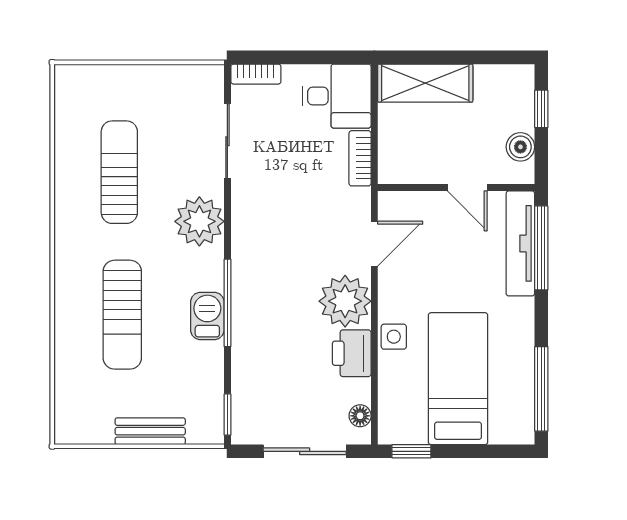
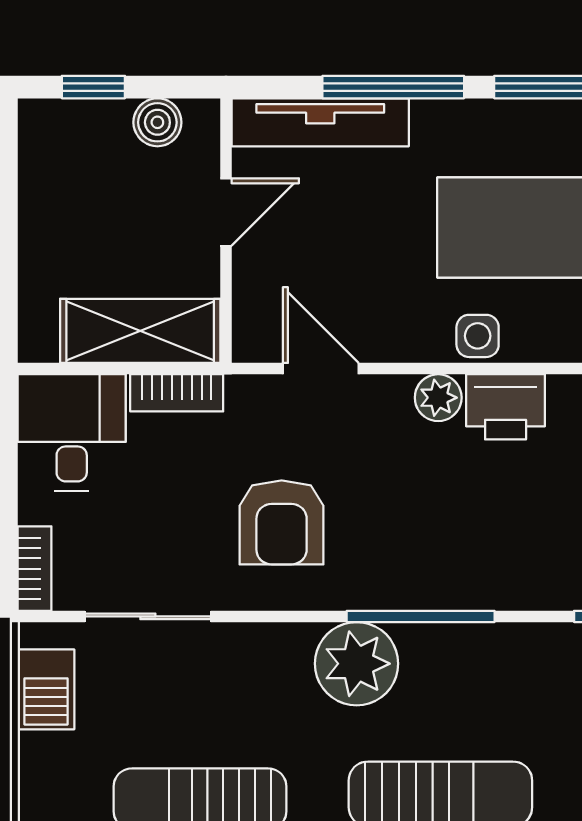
shelving: (425, 83) -> (140, 331), moved, turned 90
armchair: (283, 220) -> (282, 522), added
plant: (199, 221) -> (357, 664), moved
window: (541, 248) -> (393, 87), moved
plant: (345, 301) -> (438, 398), width x0.53, depth x0.53
barbecue: (207, 316) -> (46, 689), moved, turned -90

